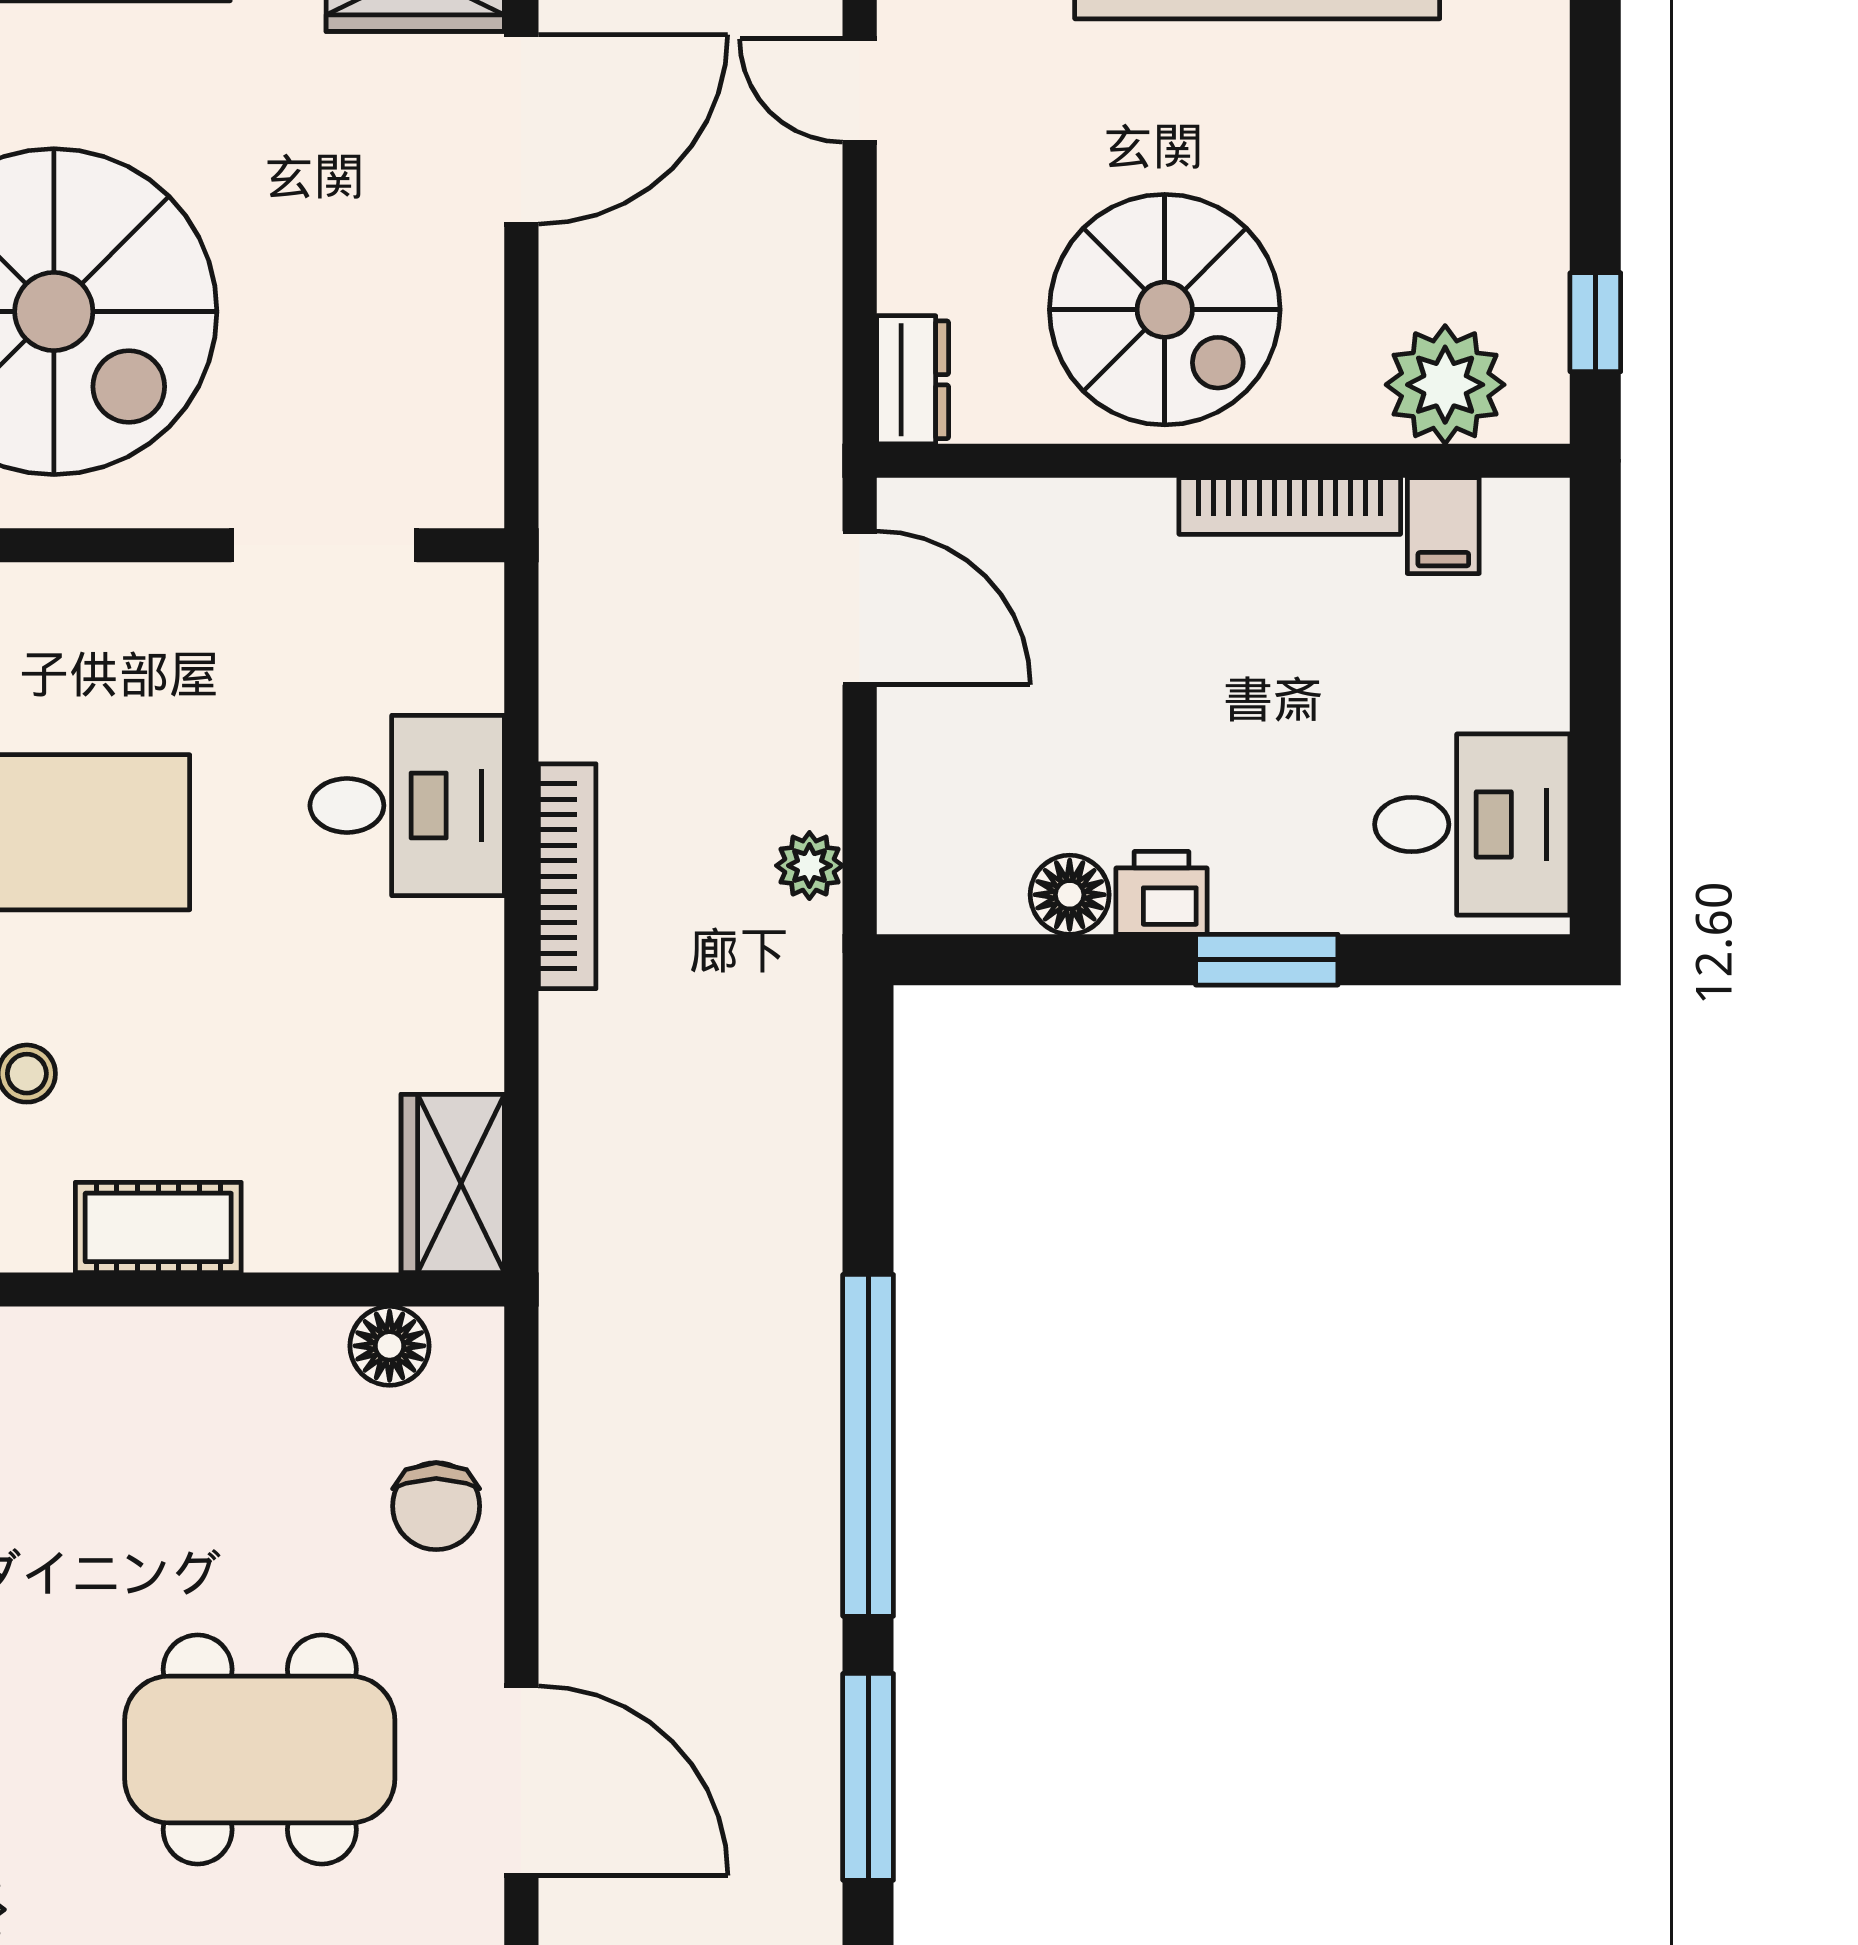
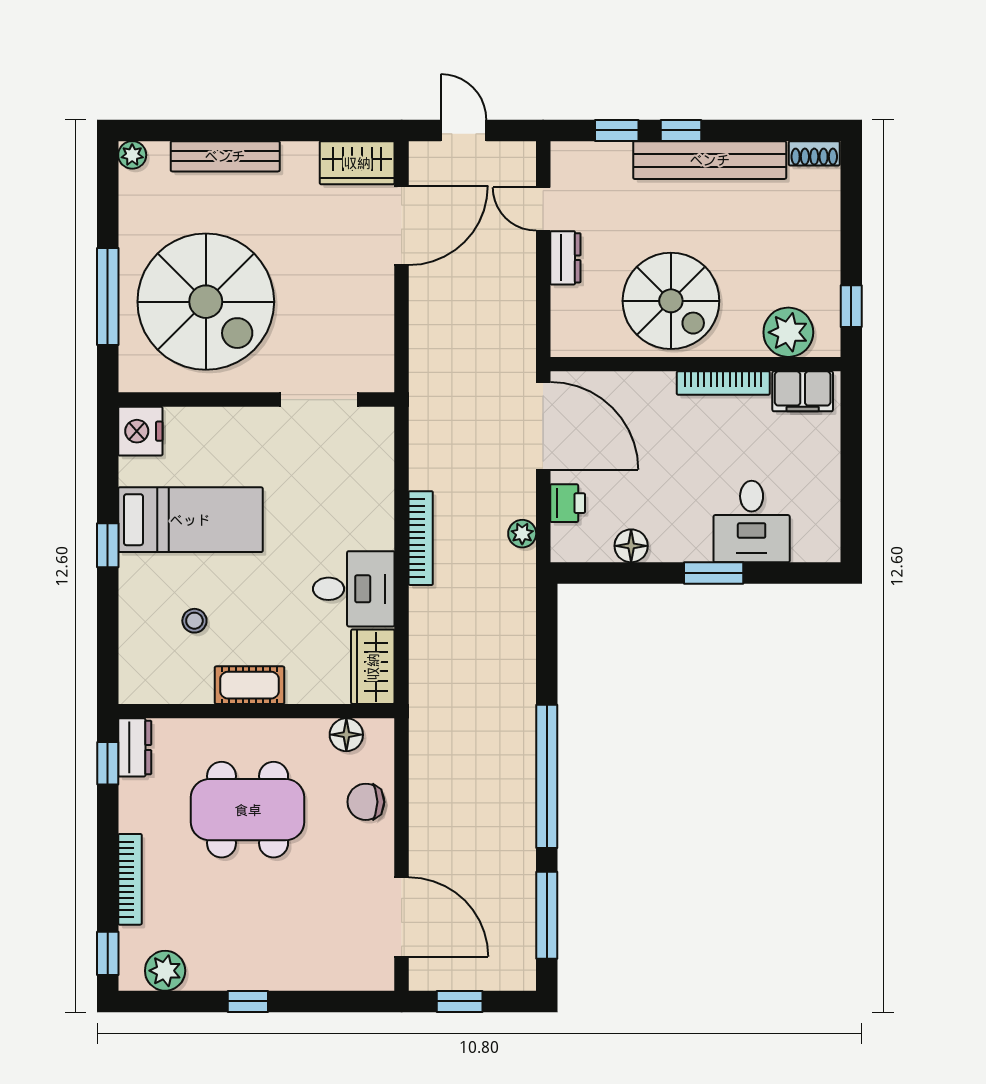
dresser: (913, 380) -> (565, 258), moved
filing cabinet: (1443, 526) -> (803, 391), width x2.00
door: (860, 608) -> (543, 426), width x1.36
desk: (407, 806) -> (354, 589), moved
desk: (1472, 824) -> (752, 521), moved, turned 90
printer: (1162, 893) -> (568, 503), moved, turned 90
chair: (436, 1506) -> (366, 802), turned 90
dining table: (260, 1749) -> (248, 810), moved

